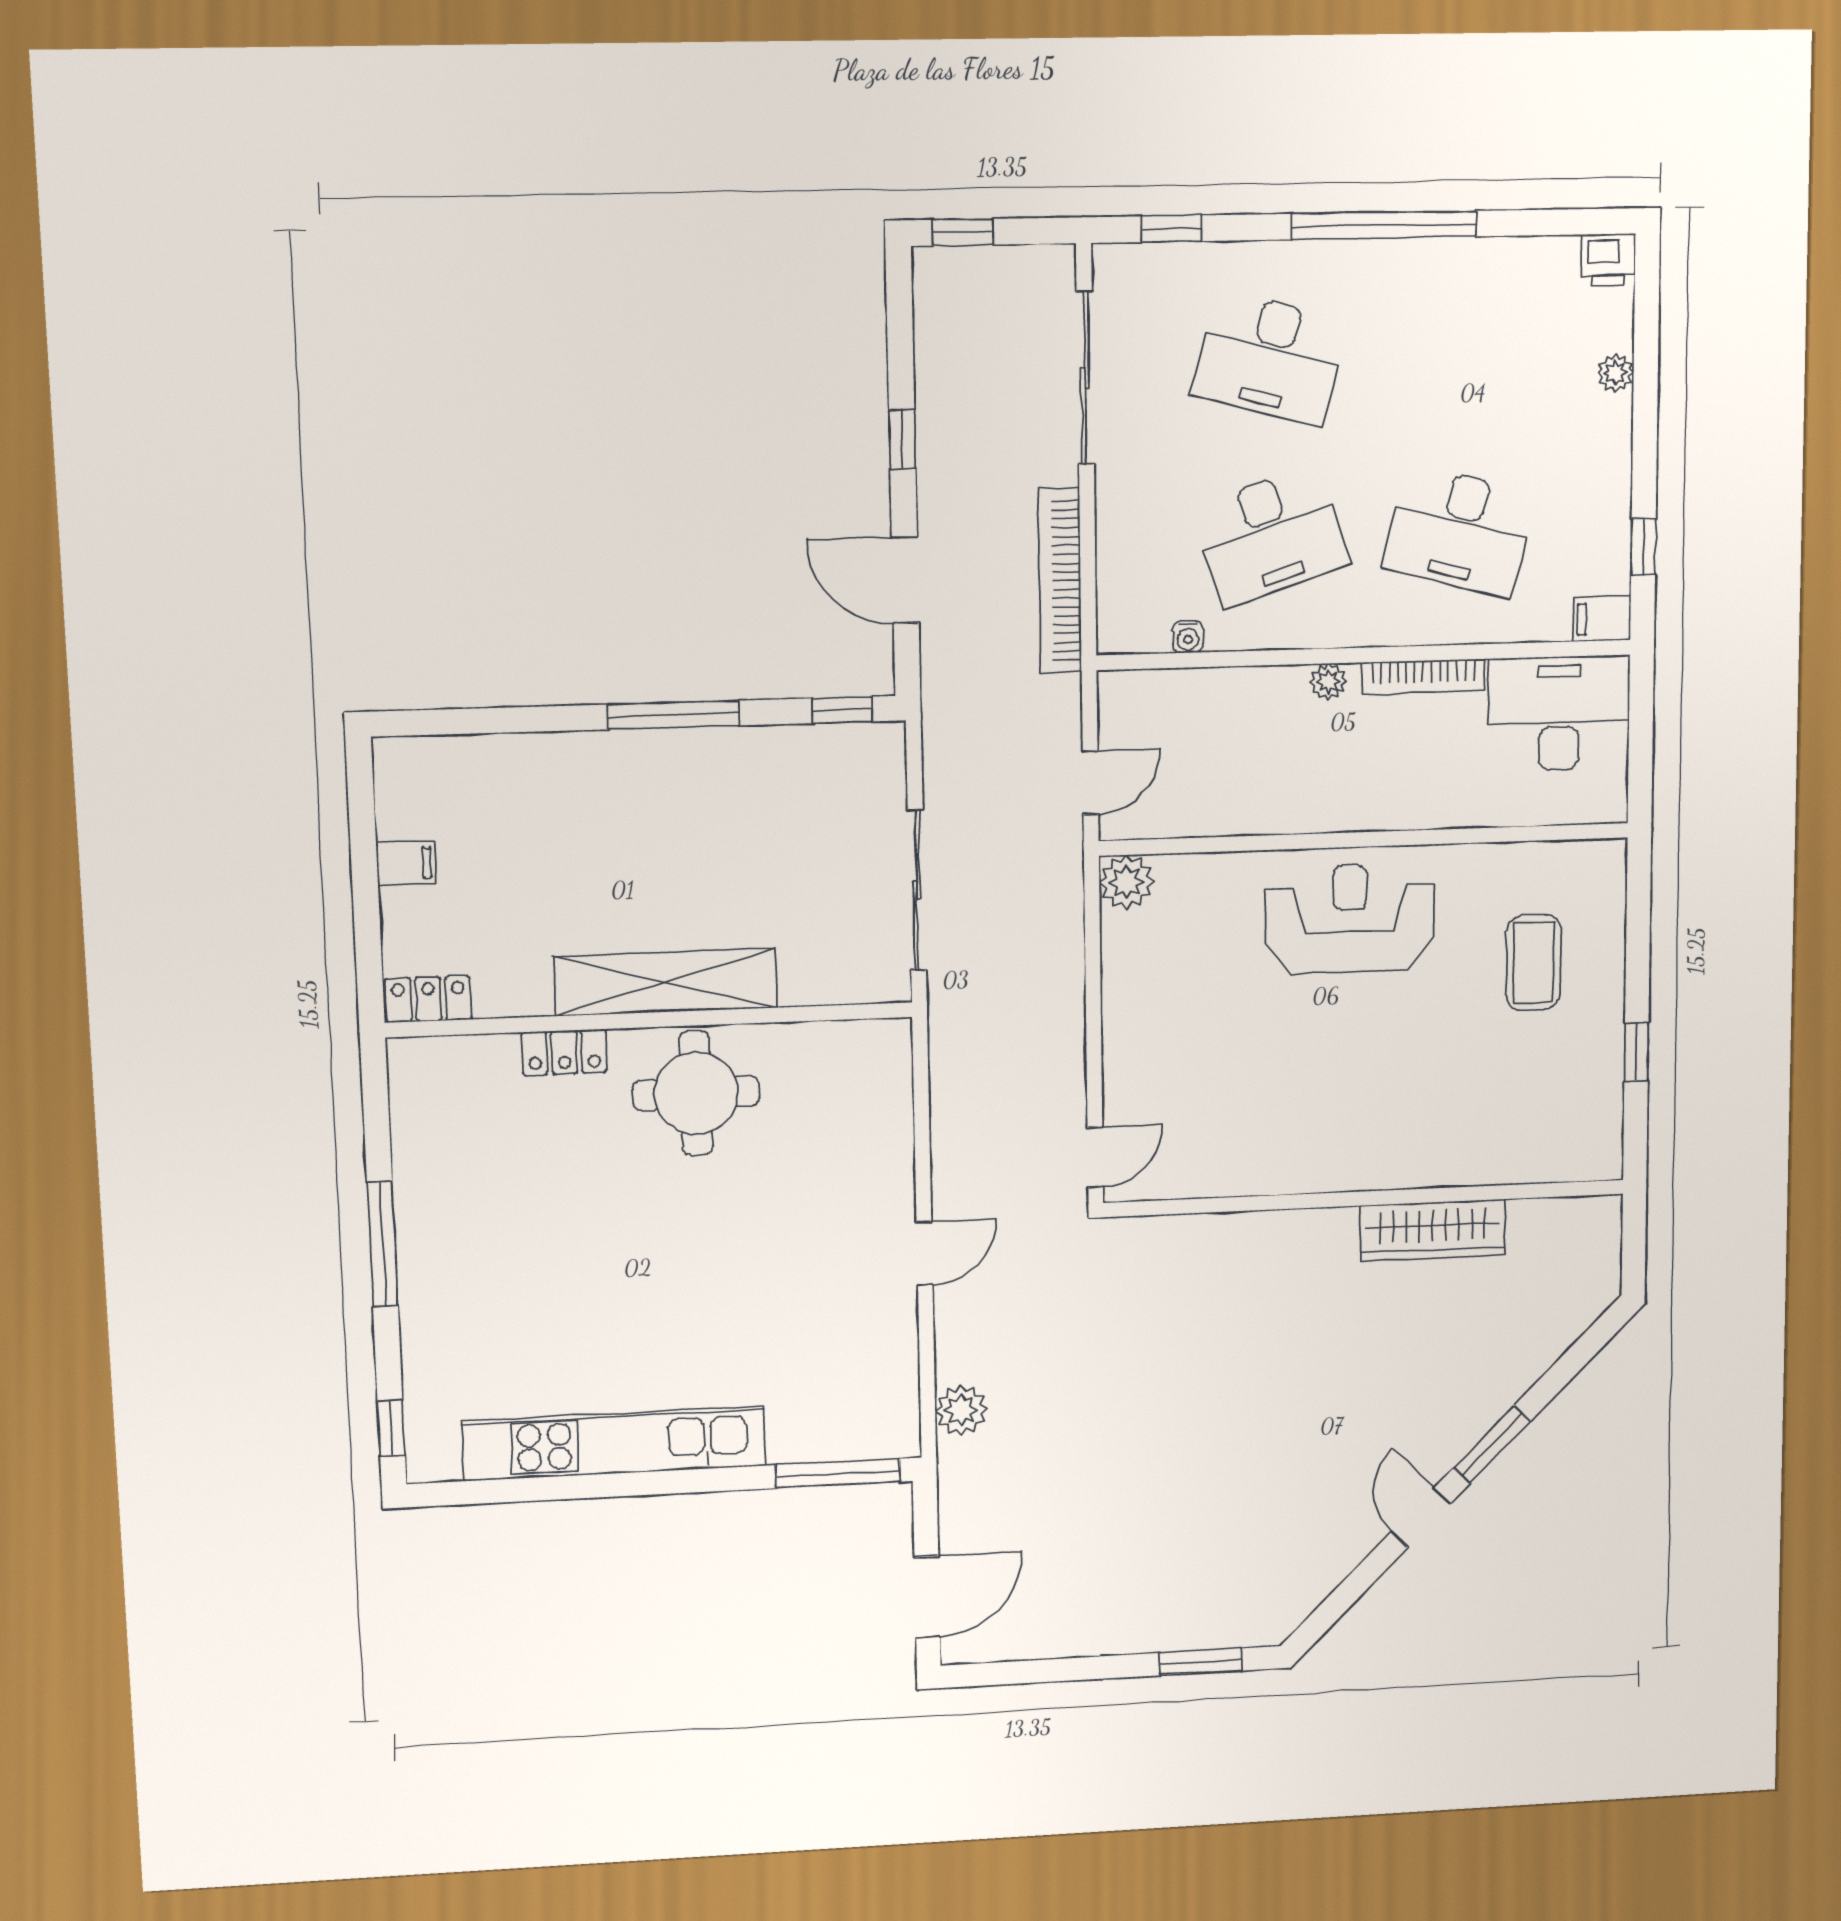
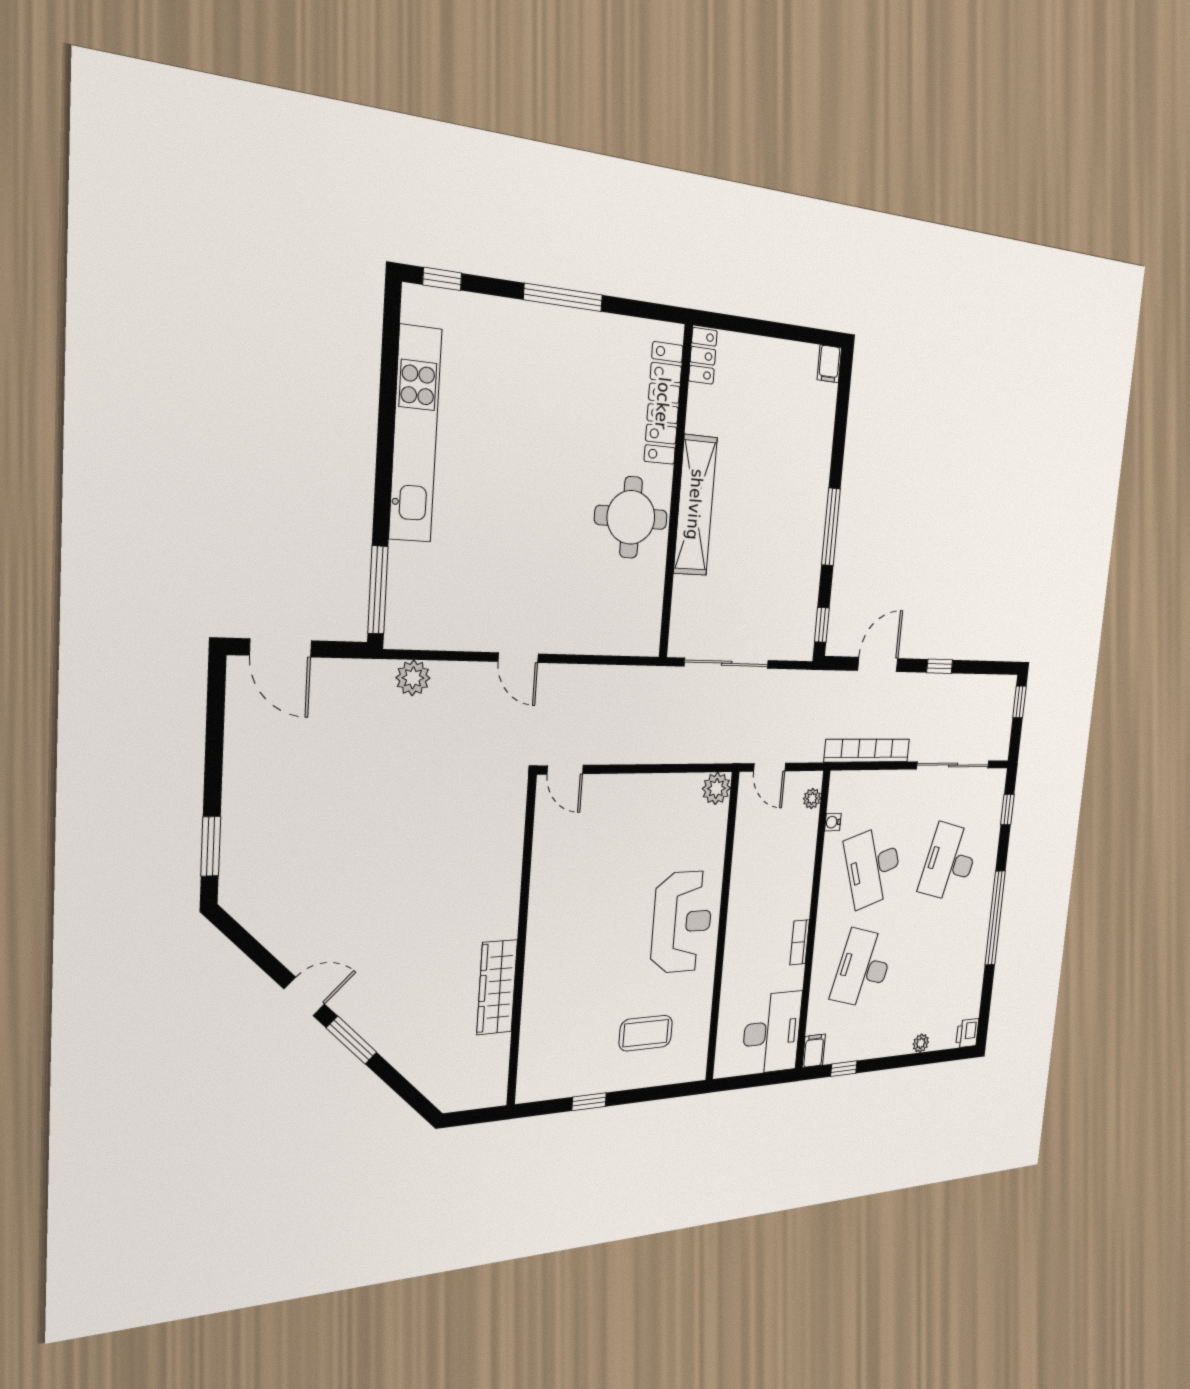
bookcase: (1423, 677) -> (800, 942), width x0.64
plant: (1328, 682) -> (812, 798), moved
filing cabinet: (406, 863) -> (829, 364), moved
locker: (564, 1052) -> (663, 403), width x2.16, depth x1.21

